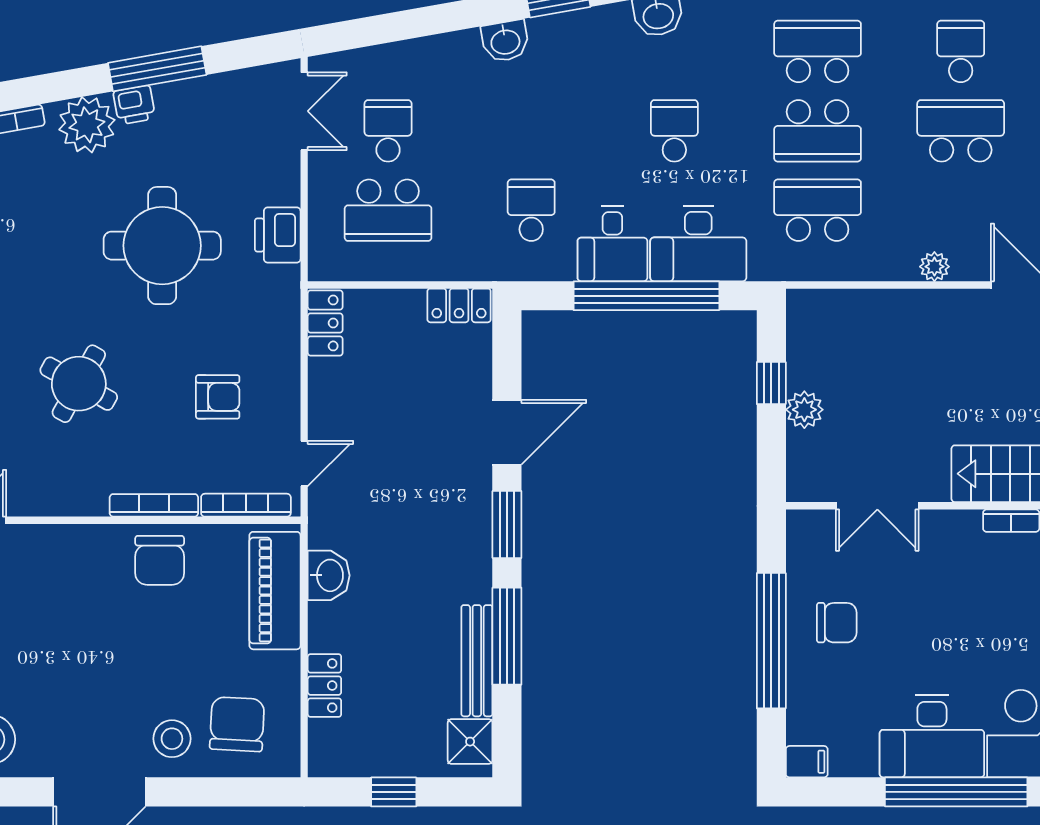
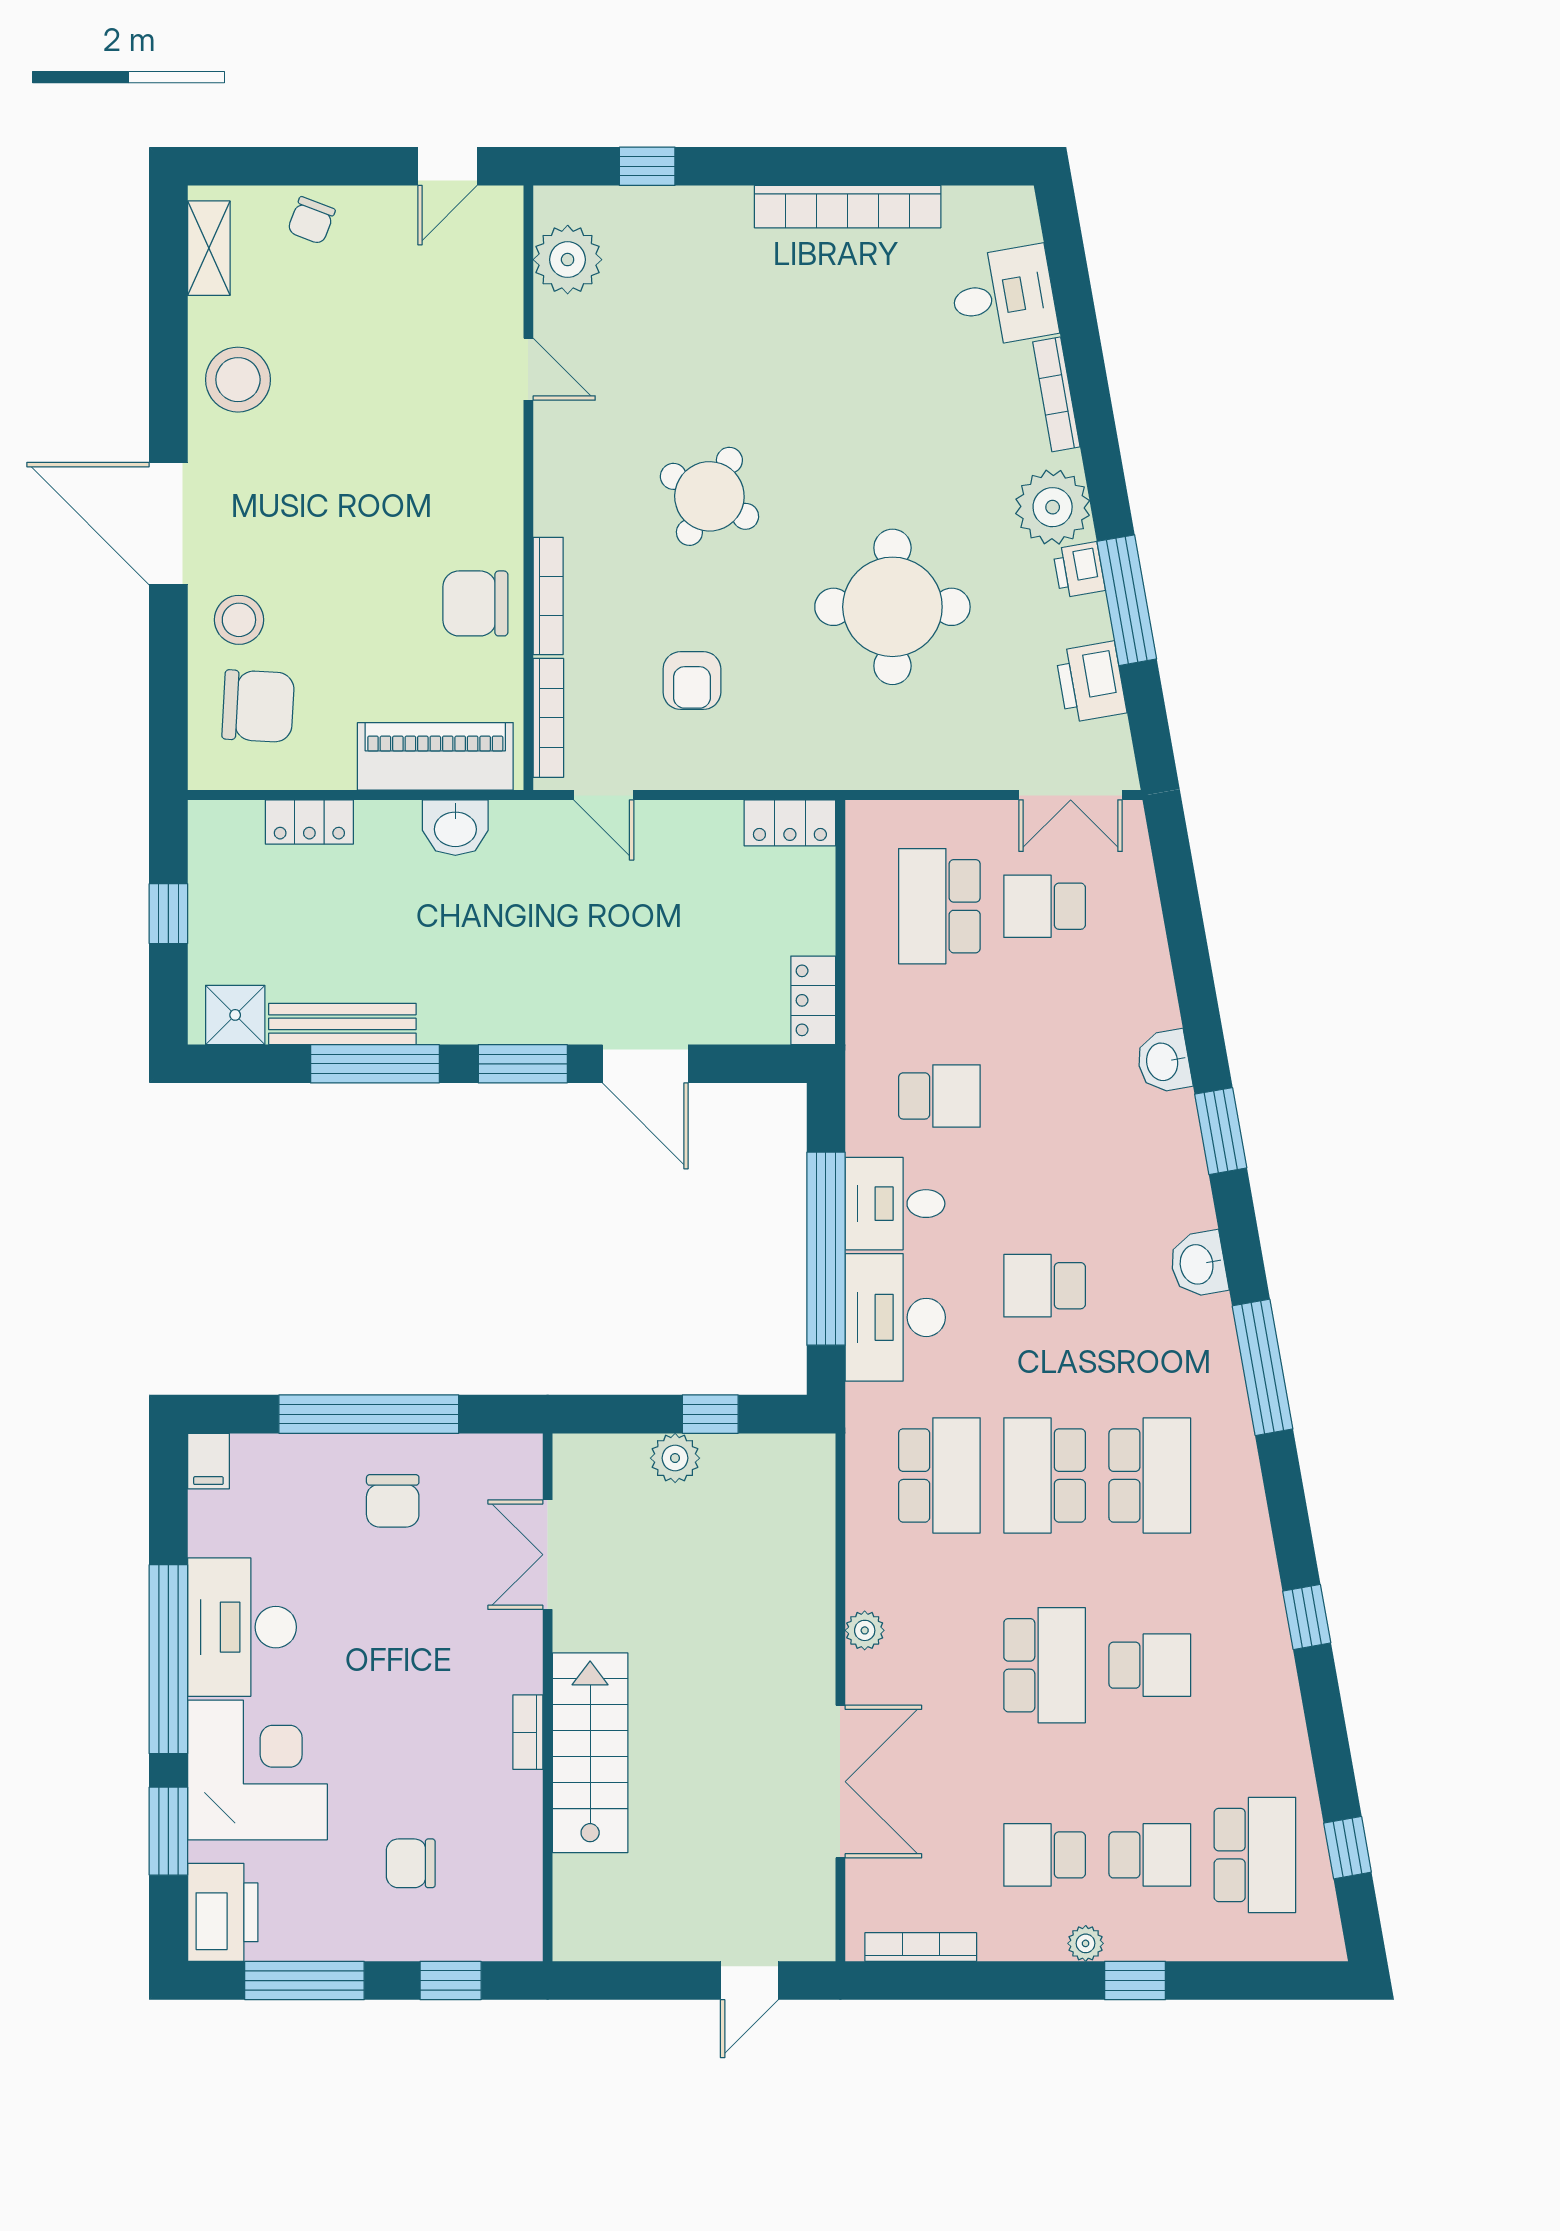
school desk: (388, 131) -> (1045, 906), turned 180
school desk: (674, 131) -> (1045, 1286), turned 180
printer: (278, 235) -> (1091, 682), moved, turned -100

